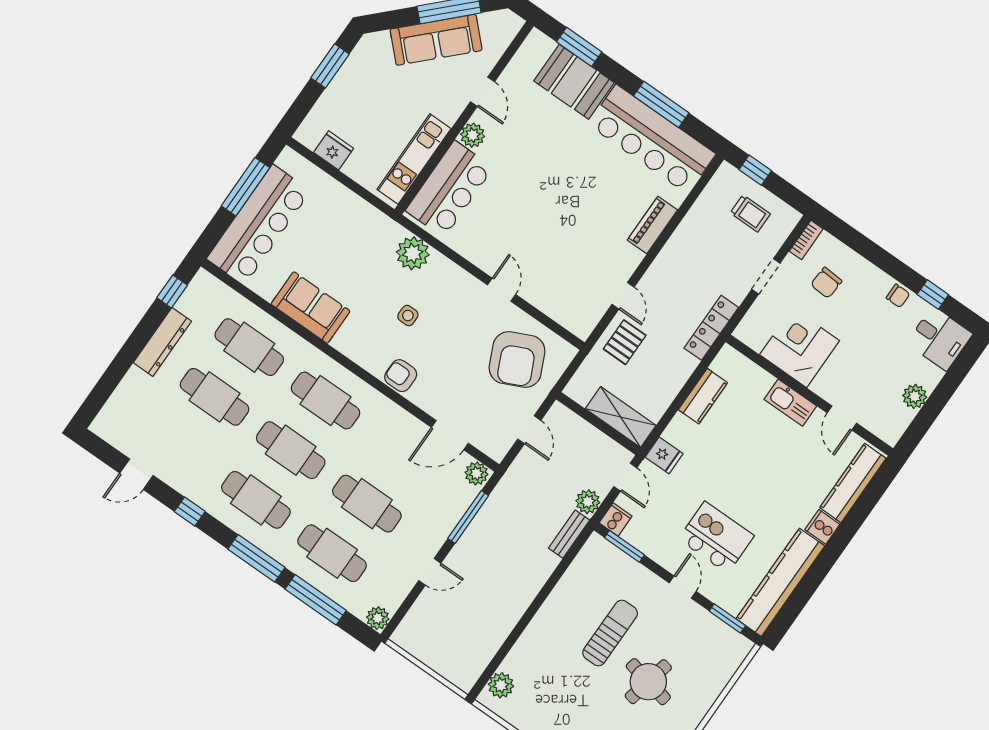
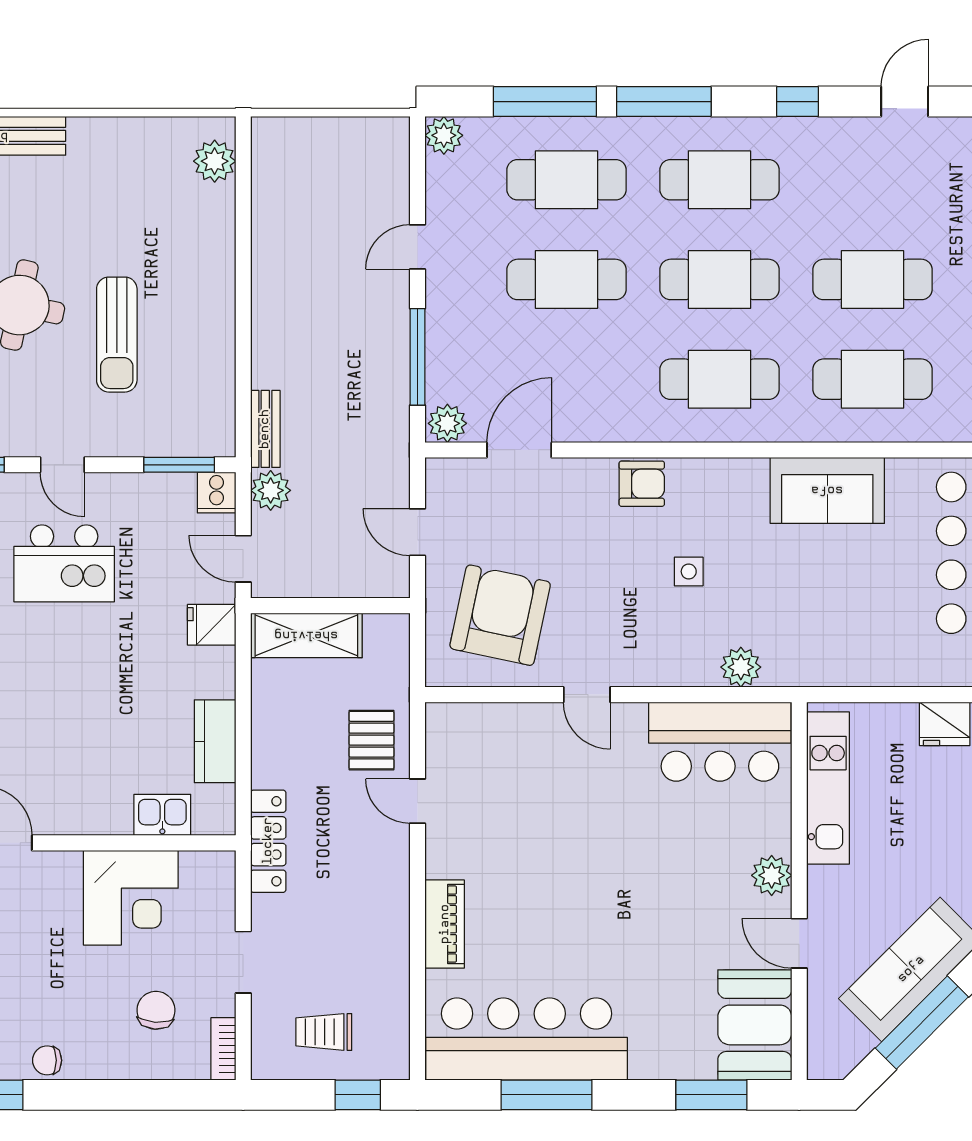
booth: (574, 82) -> (755, 1025), moved, turned 90
bar counter: (449, 189) -> (720, 742), moved, turned -90
plant: (413, 253) -> (741, 667), width x0.73, depth x0.73
armchair: (517, 360) -> (500, 615), turned 37
kitchen sink: (790, 403) -> (162, 815), moved, width x0.73

